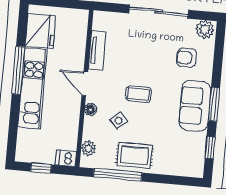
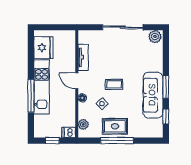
armchair: (187, 58) -> (144, 57), removed
window: (18, 70) -> (31, 96), moved
sofa: (195, 106) -> (153, 95), width x1.36
window: (118, 175) -> (117, 141), moved

